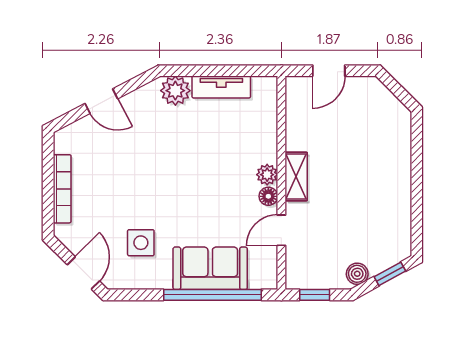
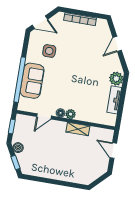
shelving: (296, 176) -> (78, 129), moved
door: (281, 230) -> (44, 116), swing flipped

